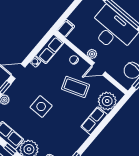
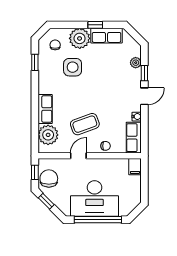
plant: (92, 54) -> (95, 164), removed
side table: (41, 106) -> (73, 67), moved

